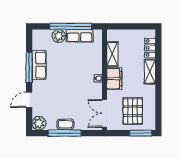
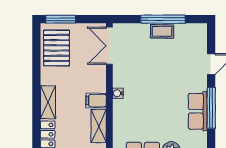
filing cabinet: (114, 79) -> (96, 100), width x0.50
pallet: (133, 111) -> (56, 48), moved
double door: (104, 113) -> (109, 46), swing flipped
plant: (39, 123) -> (198, 33), removed

